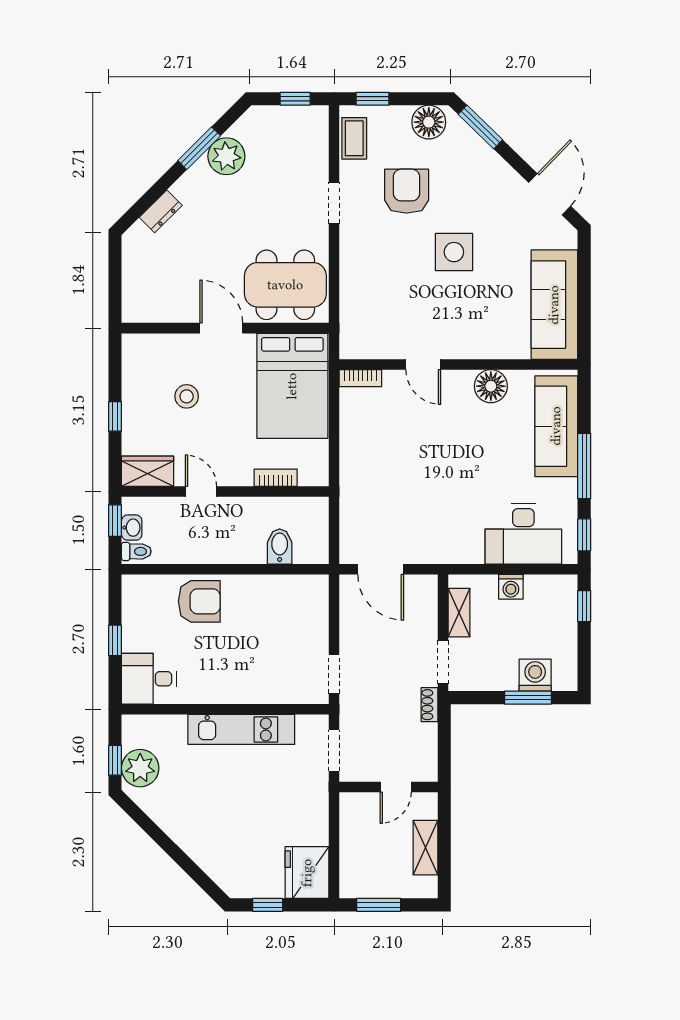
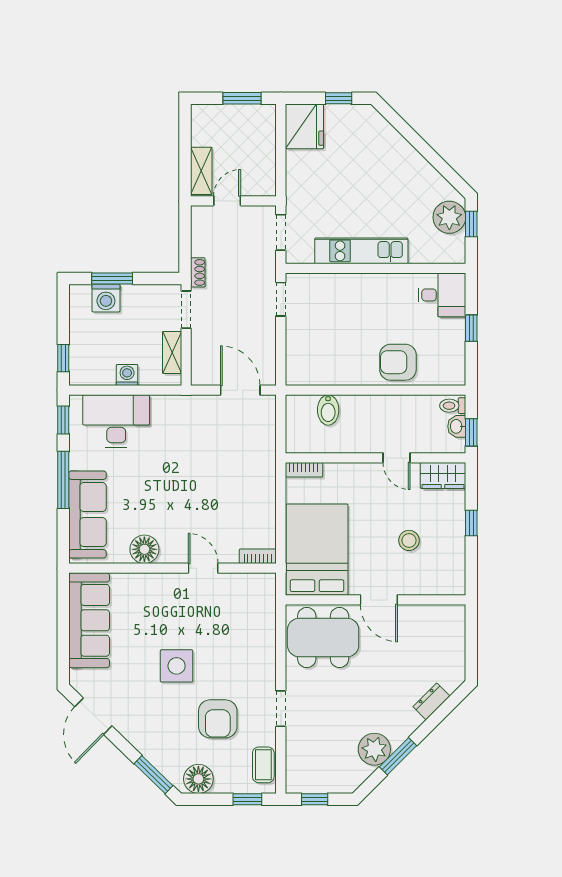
bookcase: (276, 478) -> (304, 470), moved
shelving: (425, 848) -> (201, 171), moved

